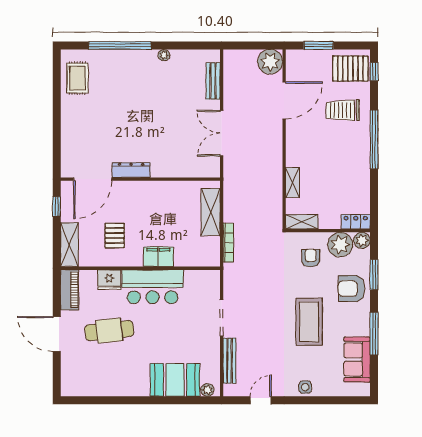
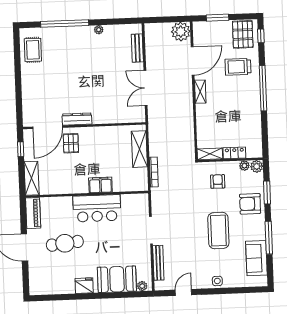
pallet: (350, 69) -> (243, 34), turned 90
shelving: (292, 182) -> (200, 92), moved
locker: (356, 222) -> (234, 153), moved
pallet: (115, 235) -> (71, 143), moved
plant: (340, 245) -> (244, 166), width x0.53, depth x0.53
fridge: (109, 280) -> (84, 286), moved, turned 180

